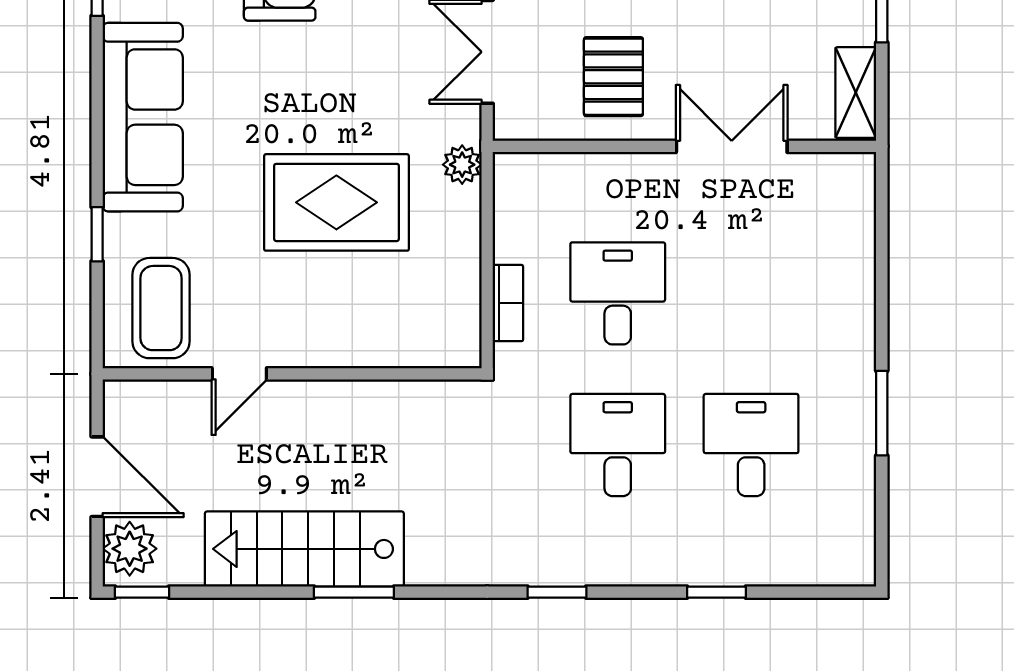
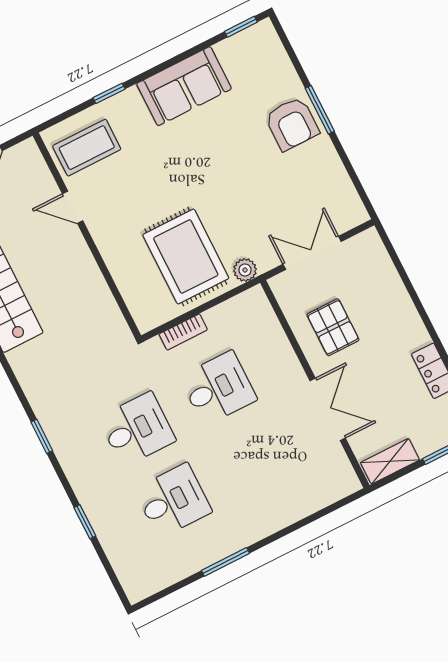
pallet: (613, 77) -> (333, 327), turned 90
sofa: (143, 117) -> (184, 86), width x0.73
rug: (336, 202) -> (186, 256), moved

